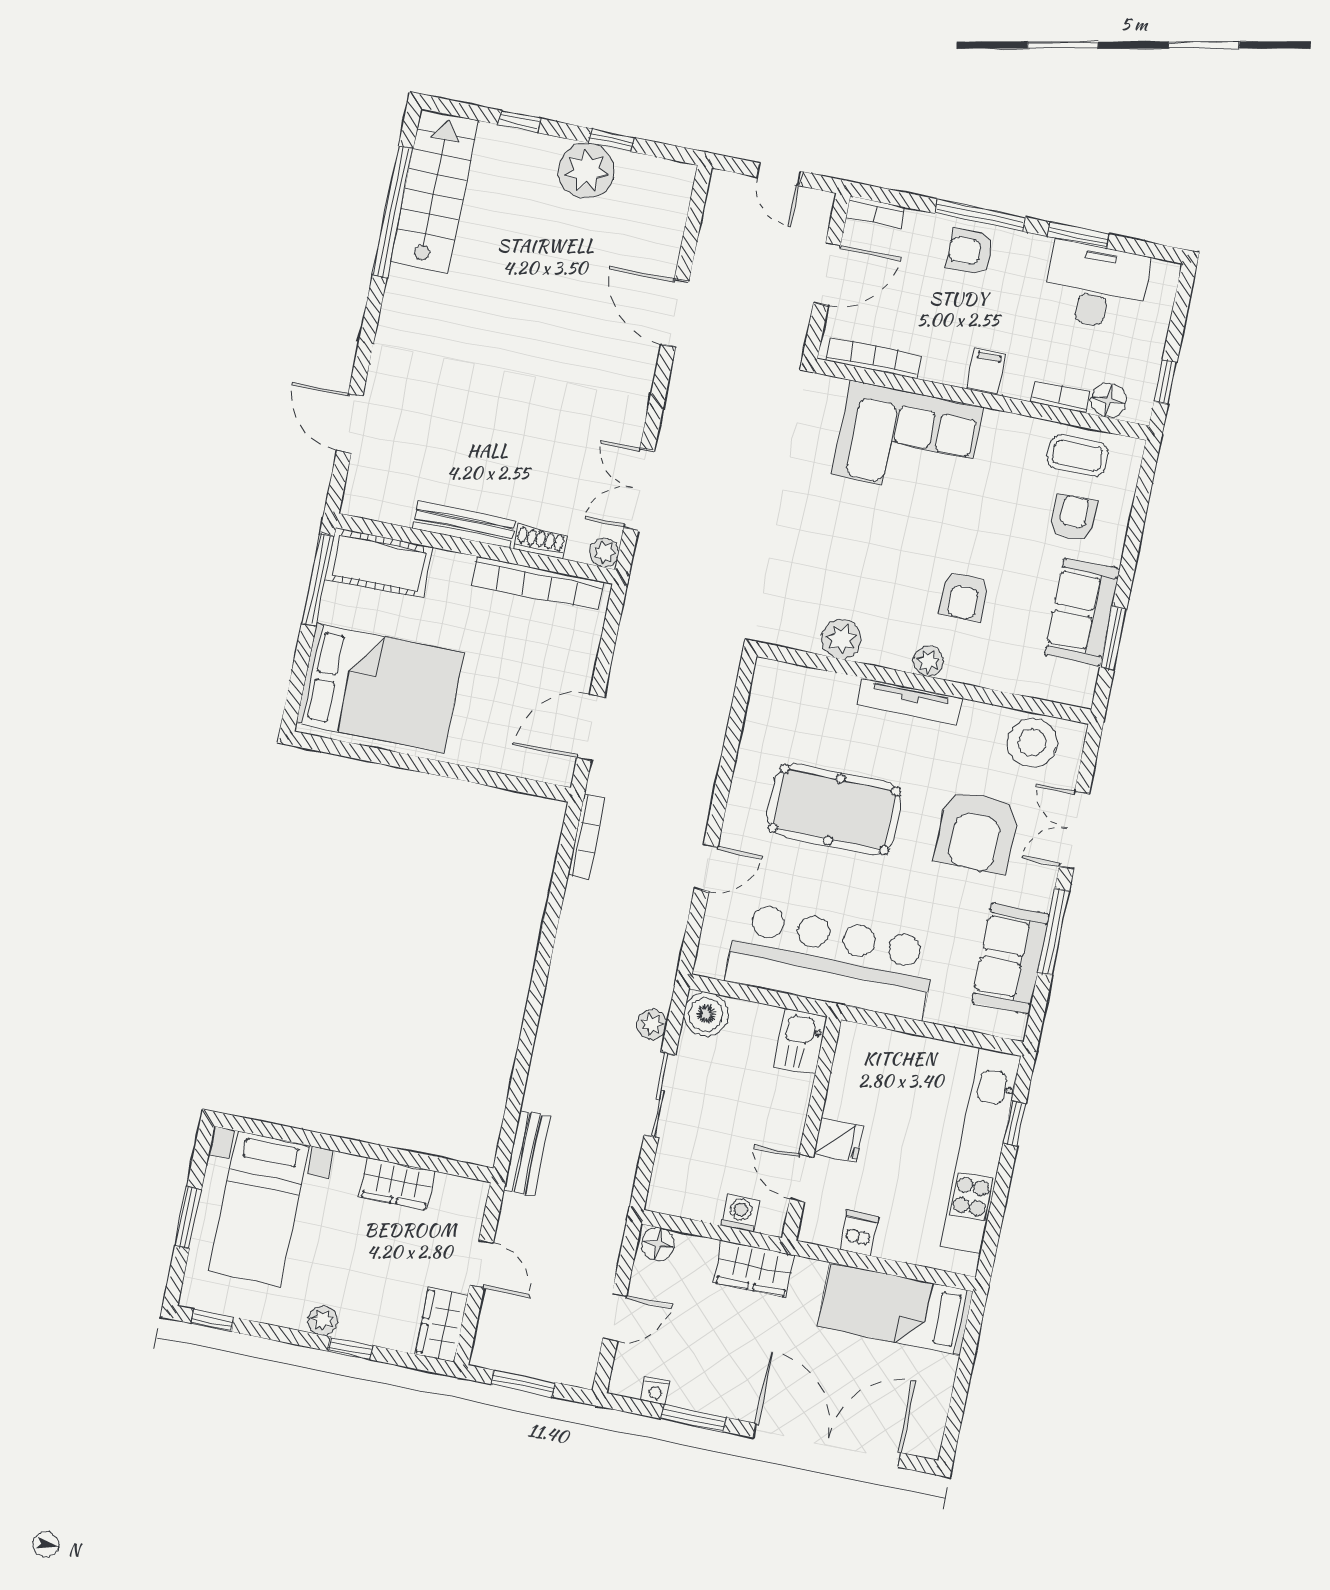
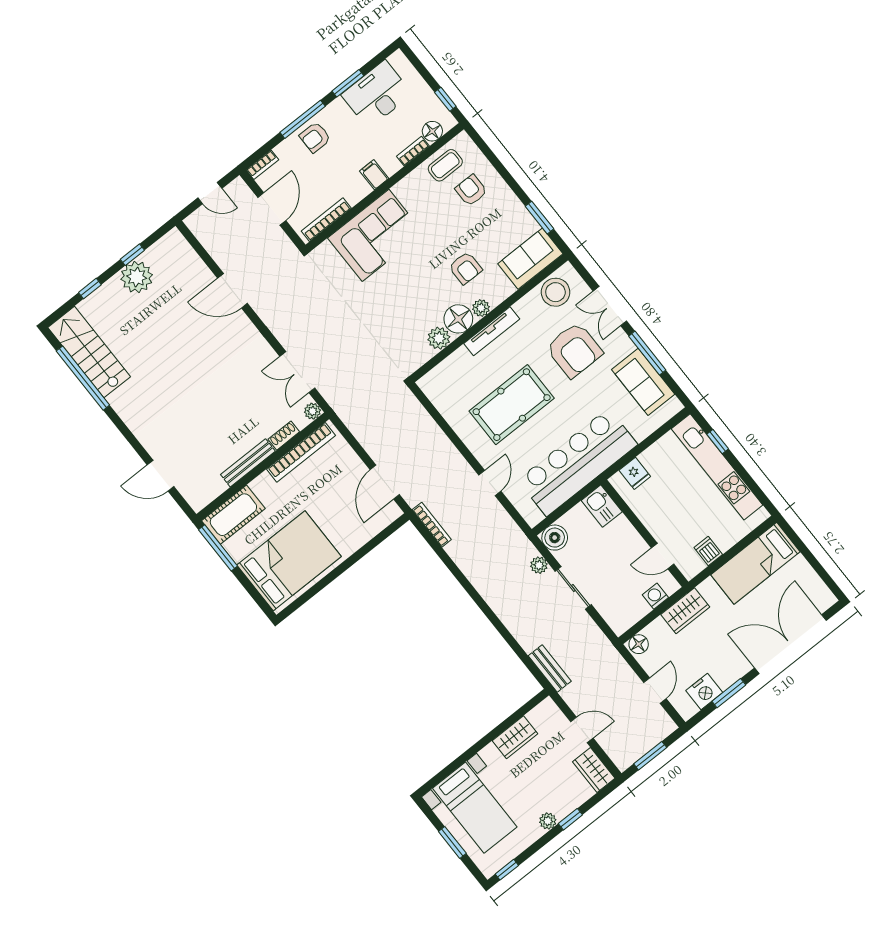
sofa: (1082, 612) -> (530, 259), moved, turned 90
floor lamp: (889, 643) -> (458, 319), added
fridge: (839, 1140) -> (635, 473), moved, turned 90
nightstand: (655, 1391) -> (704, 692), width x1.89, depth x1.79

